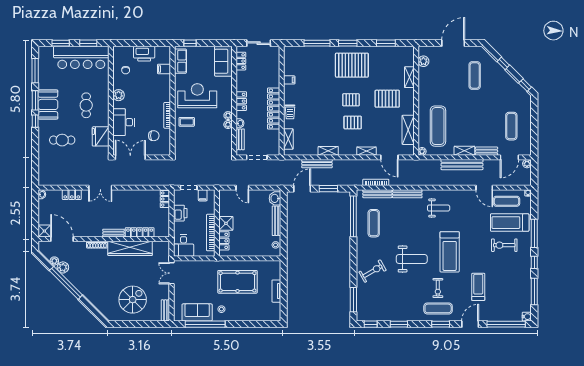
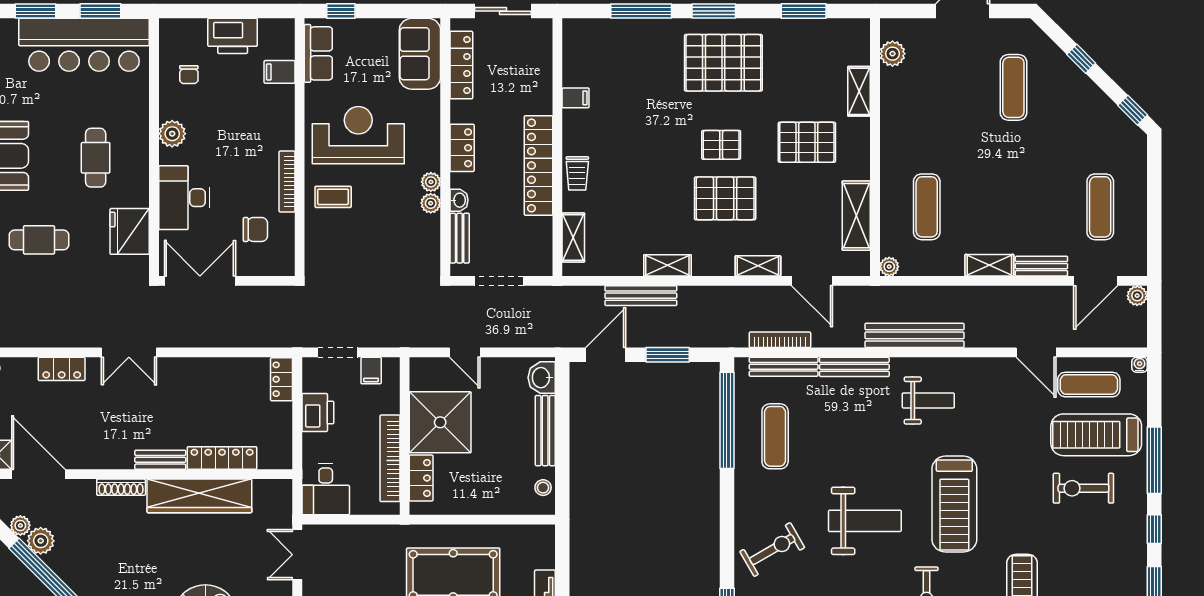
locker: (241, 61) -> (461, 65), width x1.53
pallet: (353, 122) -> (725, 198), width x1.50, depth x1.42
exercise mat: (438, 126) -> (927, 207), width x0.73, depth x0.69
bench: (462, 165) -> (915, 335), moved
shower: (226, 223) -> (440, 422), width x1.86, depth x1.86

